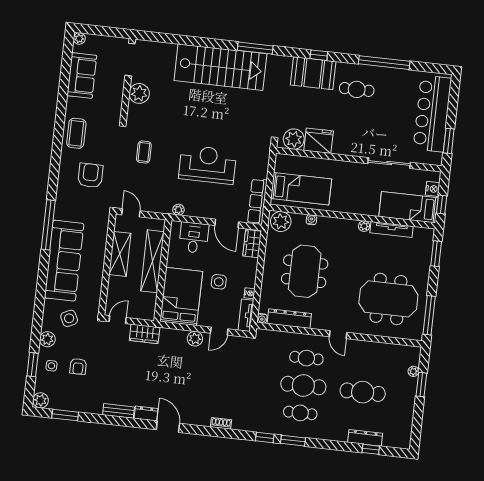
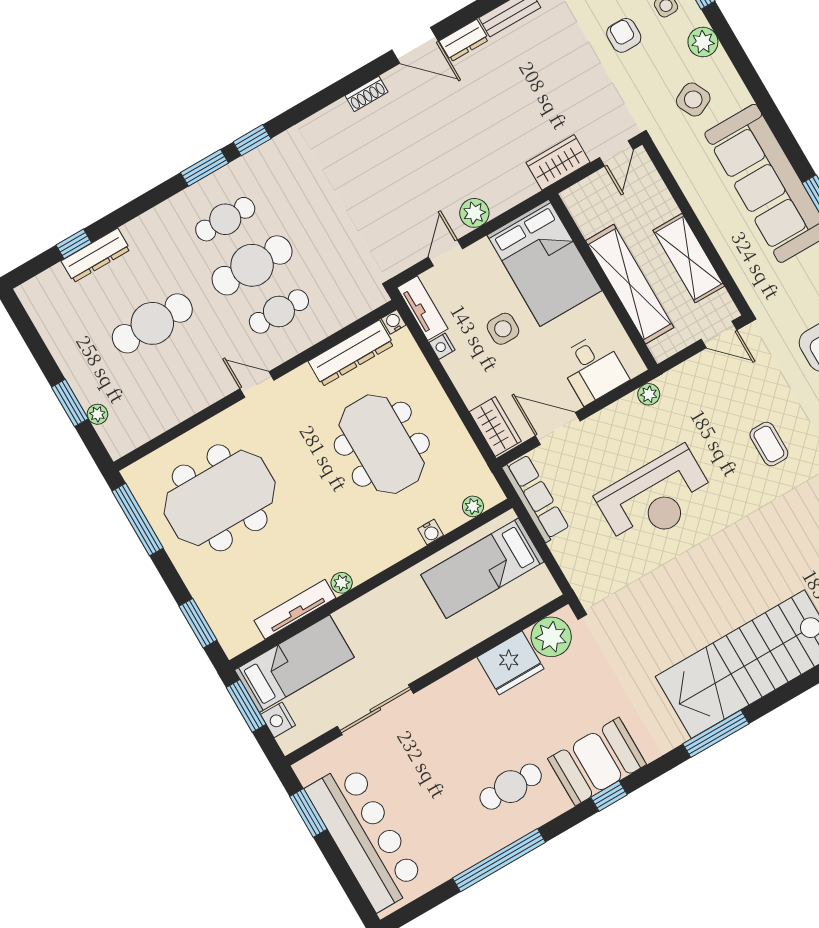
window: (442, 204) -> (246, 706), width x1.50
plant: (281, 222) -> (473, 506), width x0.53, depth x0.53
shoe rack: (221, 423) -> (367, 94), moved

